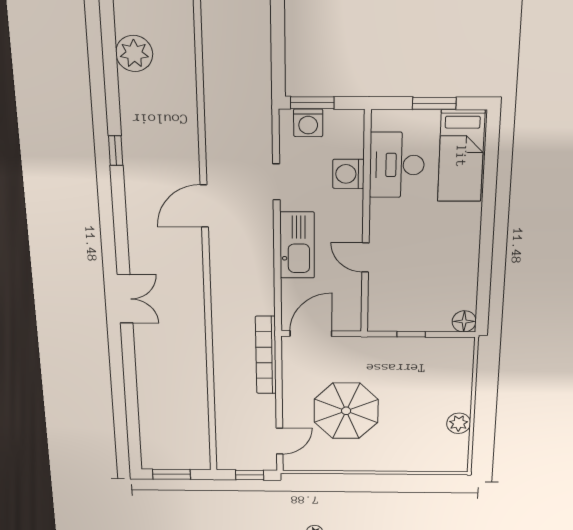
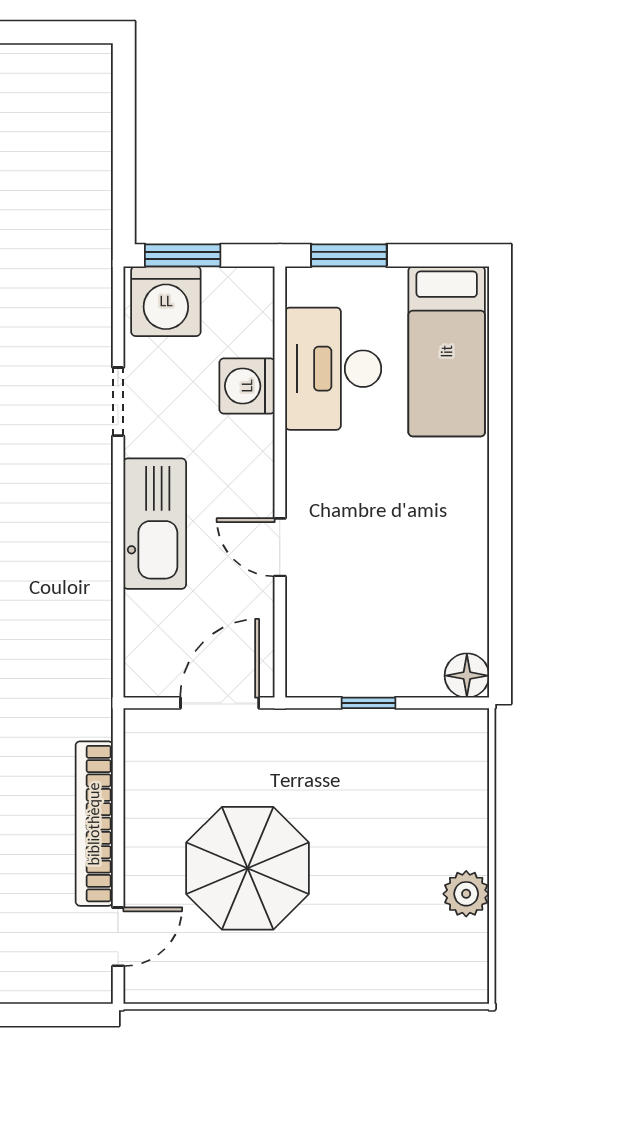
window: (434, 103) -> (349, 255), moved
washing machine: (308, 123) -> (166, 301), width x1.37, depth x1.37
door: (311, 334) -> (220, 703), moved
bookcase: (266, 355) -> (94, 824), moved
window: (250, 475) -> (58, 1015), removed

